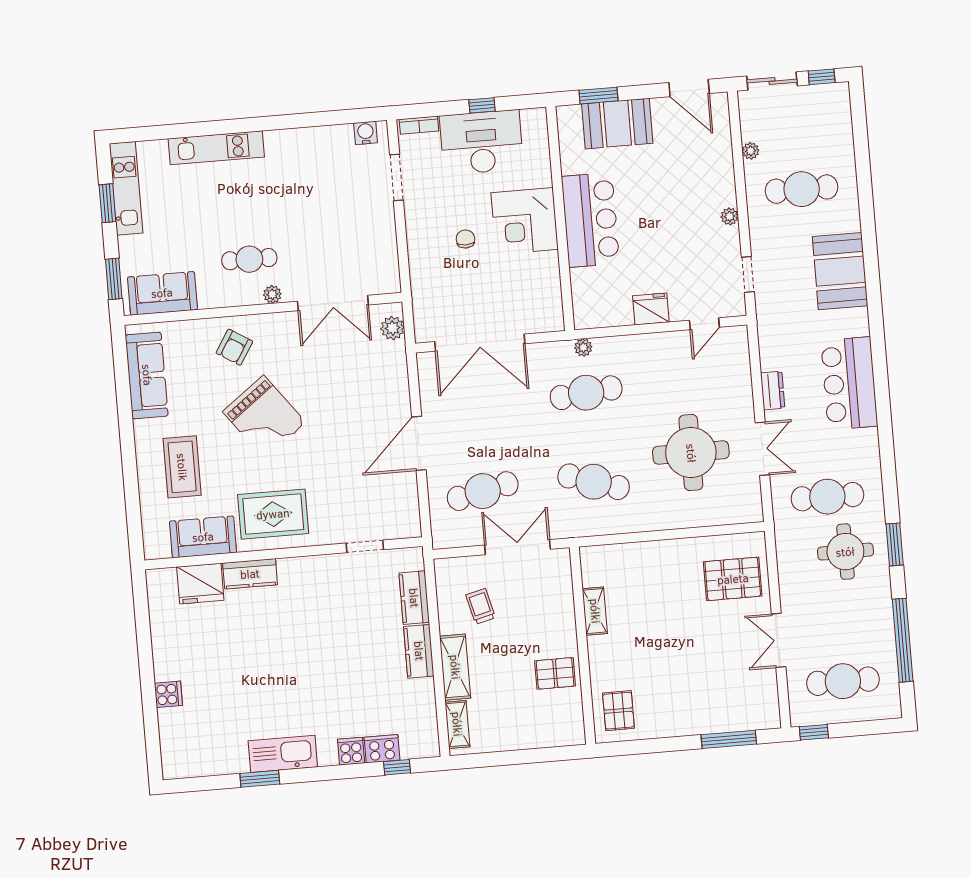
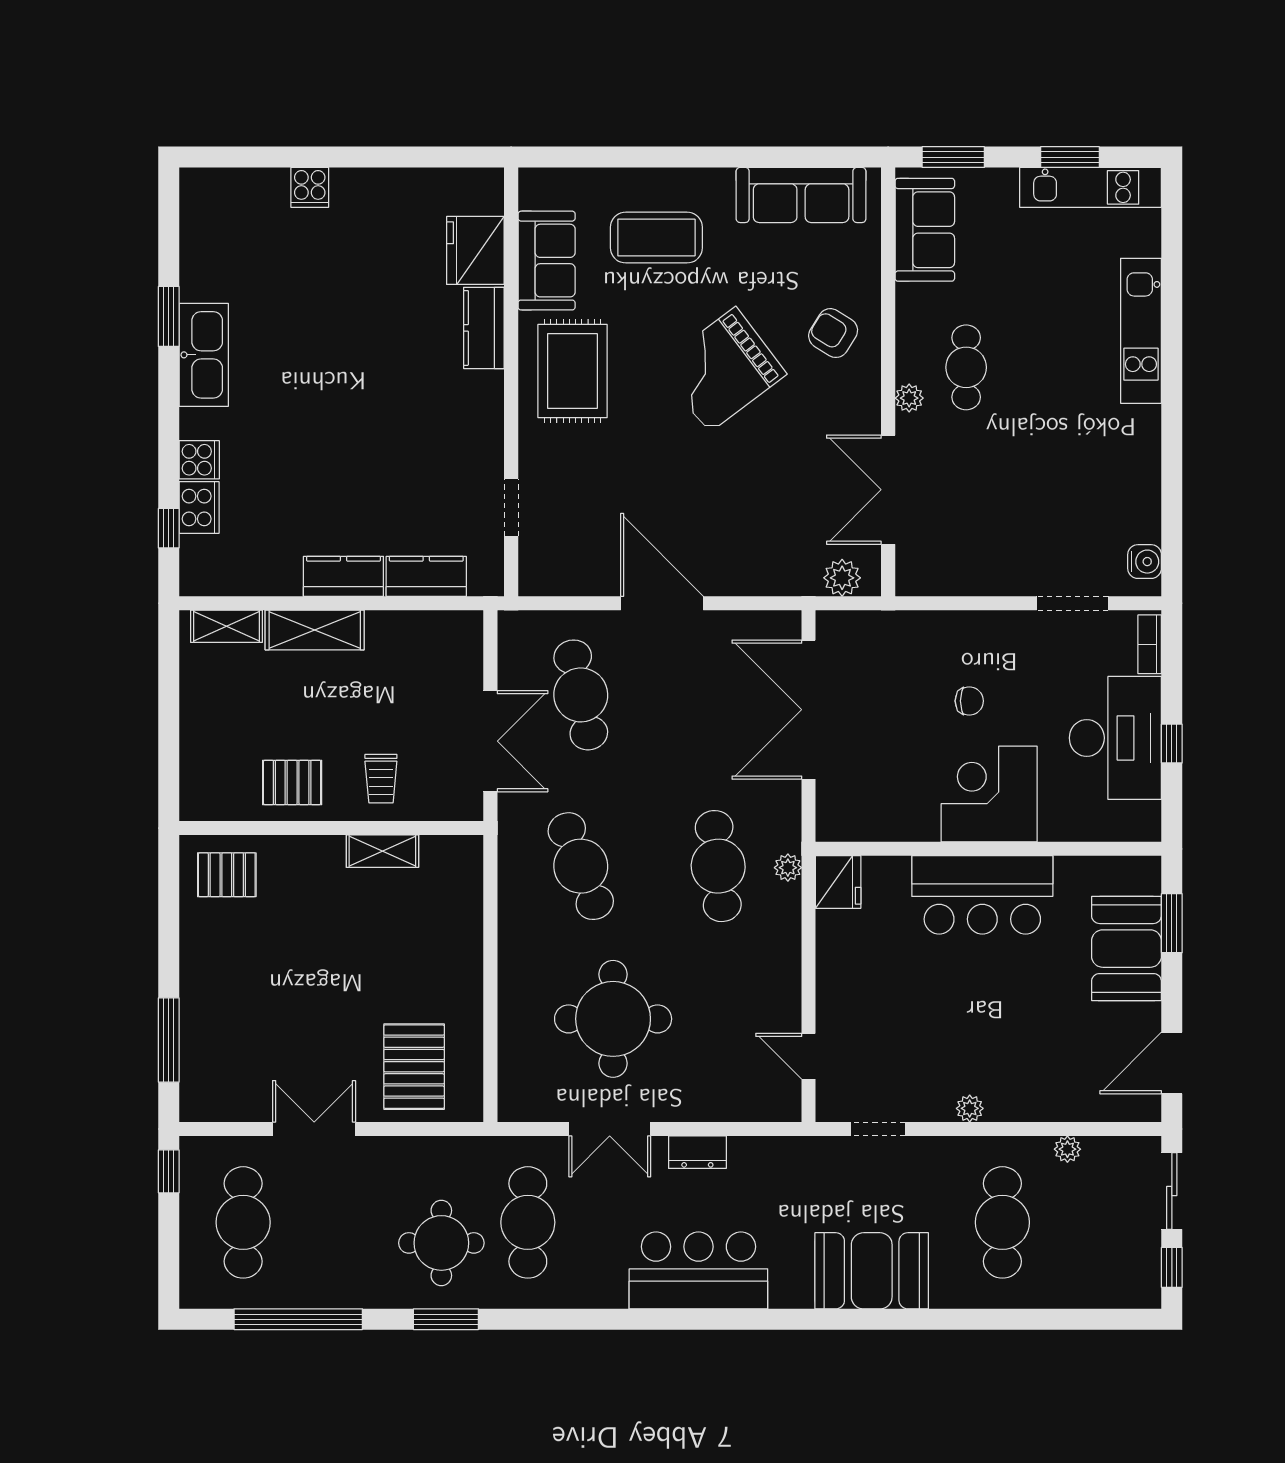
fridge: (651, 309) -> (838, 882), moved
cafe table: (594, 482) -> (581, 866), turned -39
trolley: (481, 606) -> (381, 779), moved, turned 104
pallet: (555, 673) -> (292, 782), turned 90

